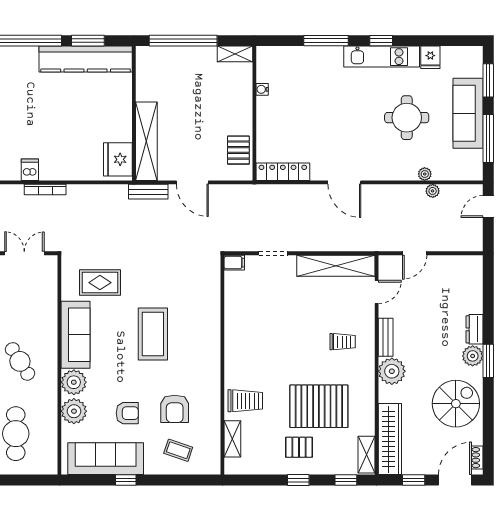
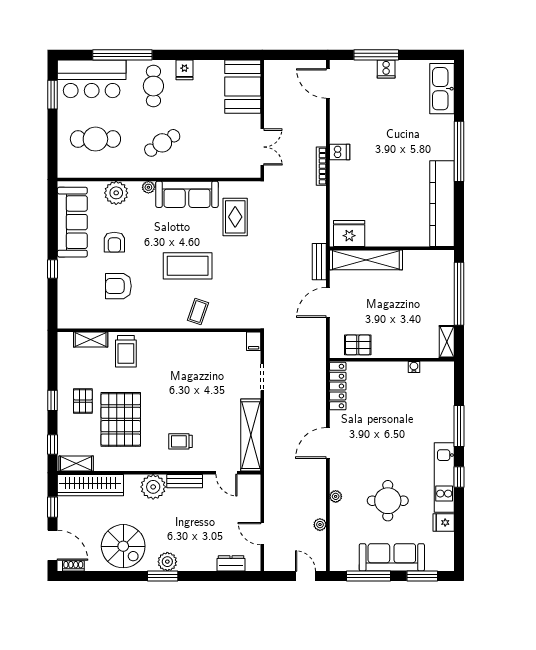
window: (88, 41) -> (459, 206), removed
plant: (425, 174) -> (336, 496), moved
door: (415, 253) -> (262, 534), moved
dresser: (475, 329) -> (231, 563), moved
trolley: (343, 342) -> (181, 441), turned 90
plant: (74, 382) -> (148, 187), width x0.53, depth x0.53
coffee table: (178, 450) -> (198, 312), moved
window: (126, 480) -> (53, 269), moved

